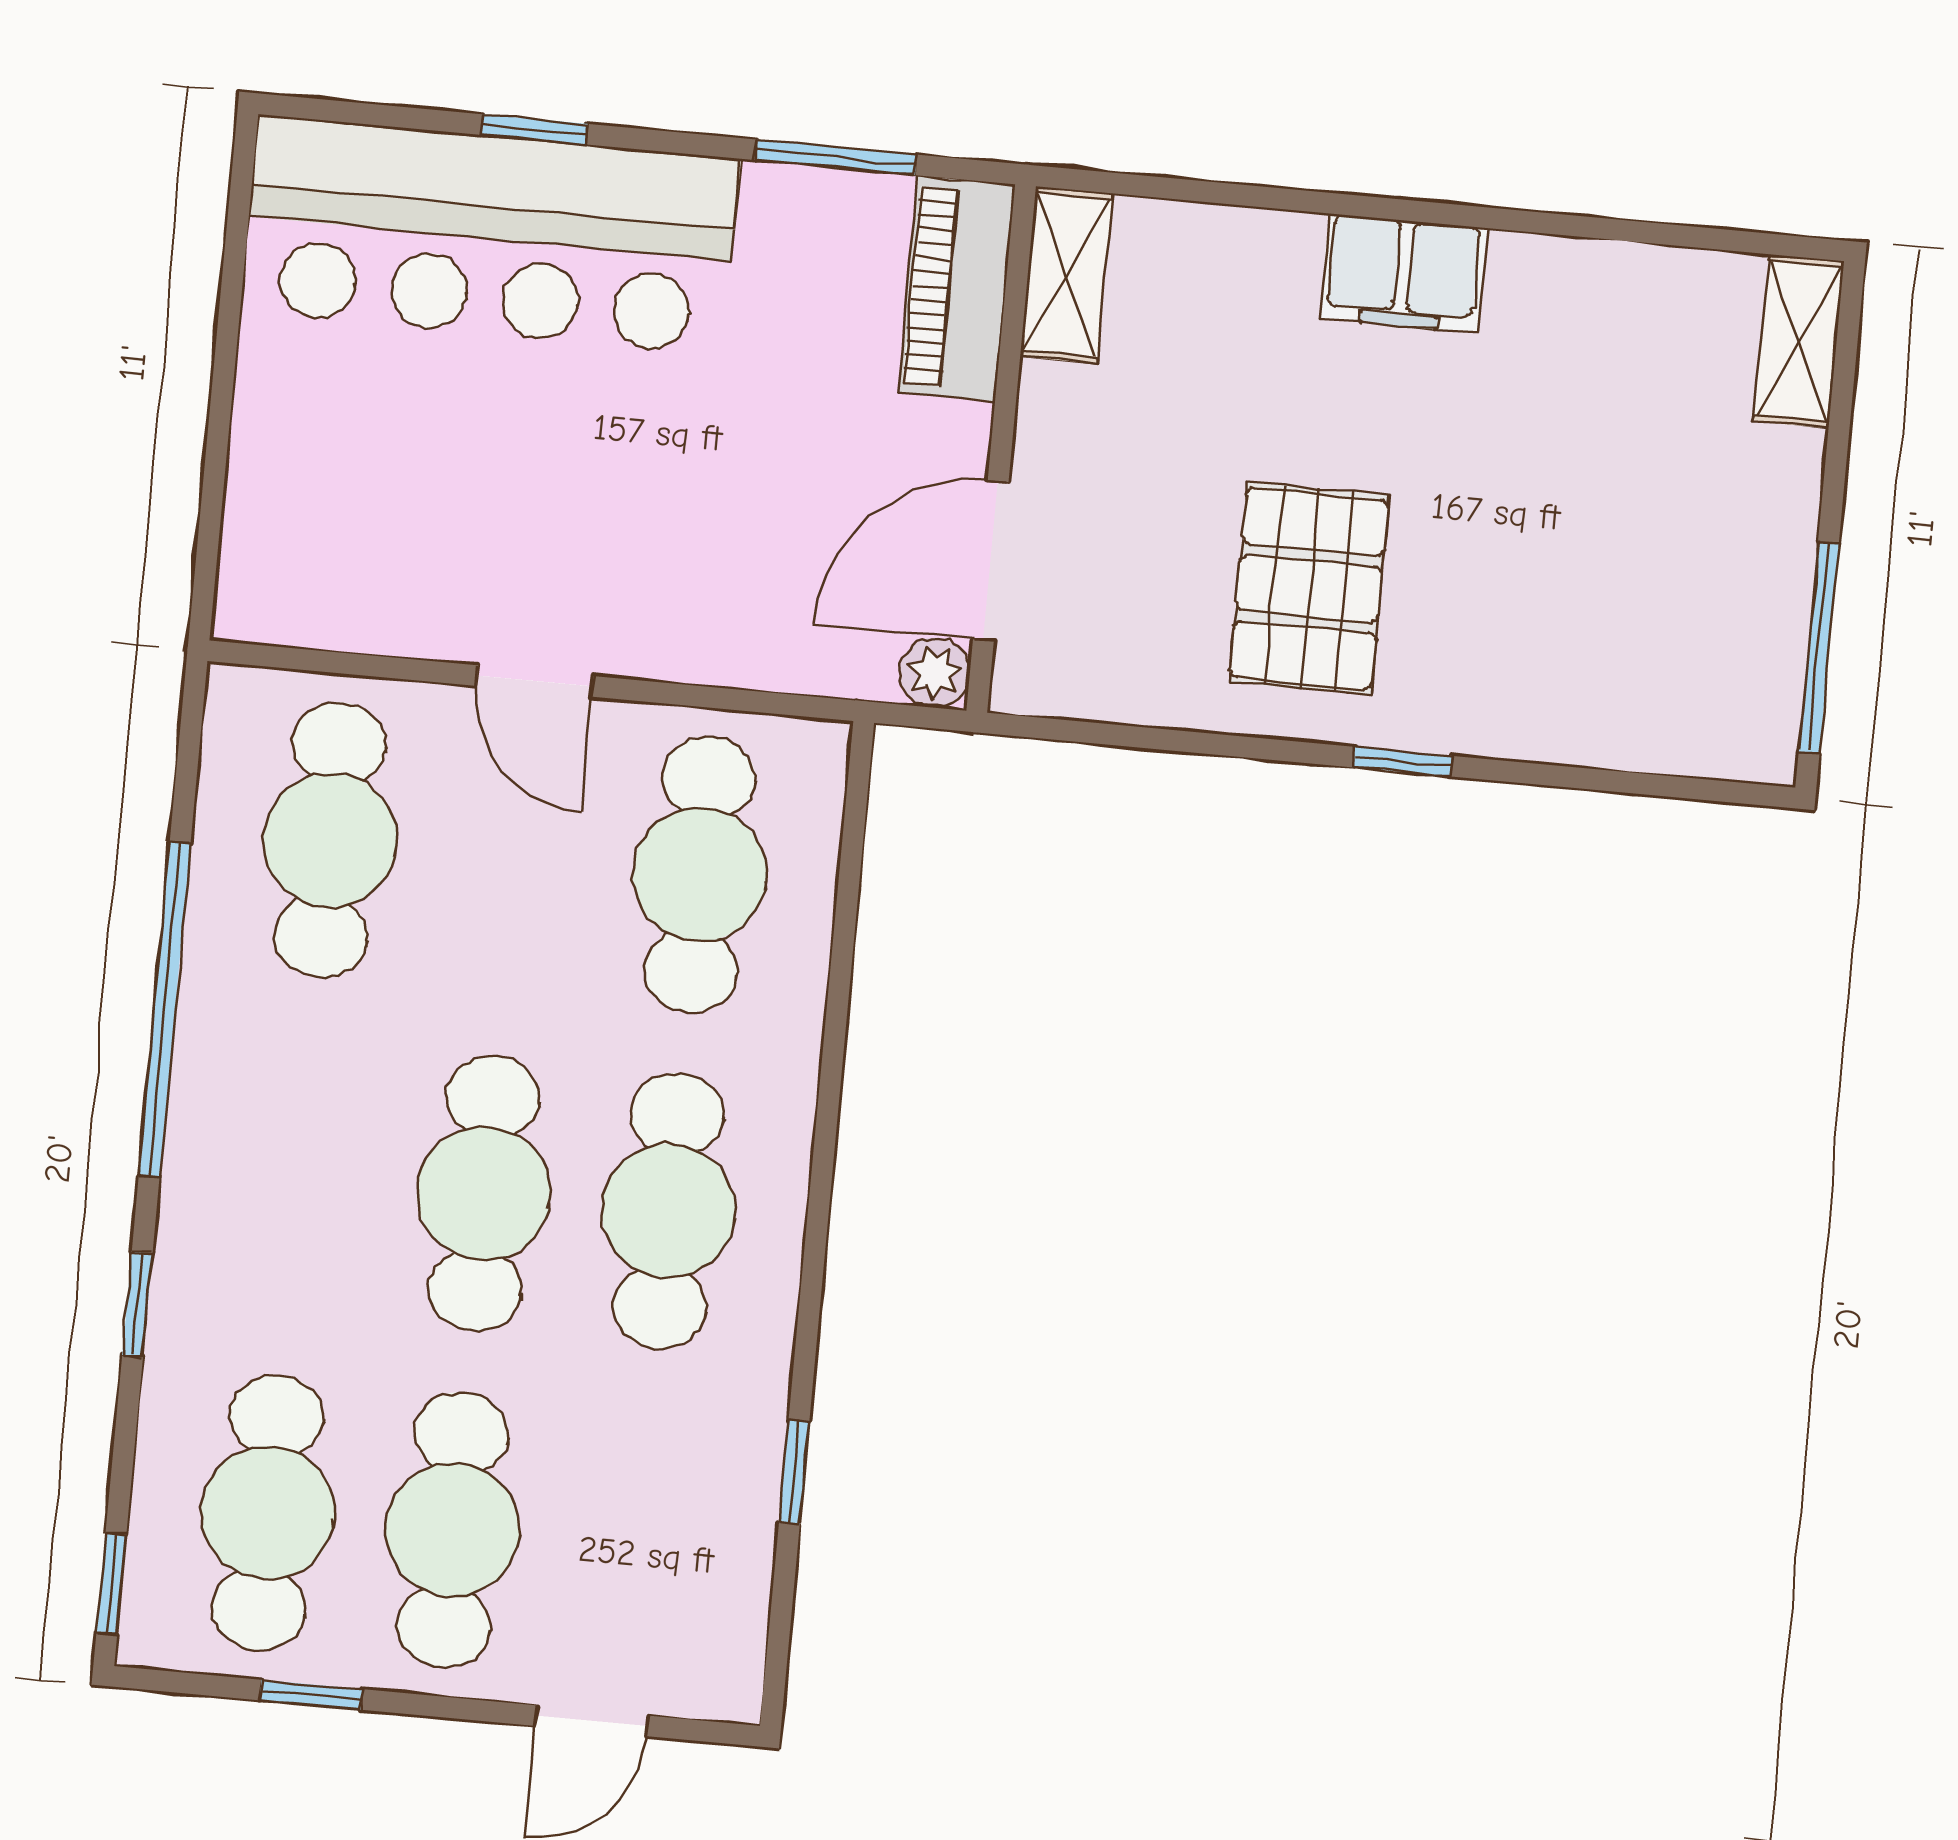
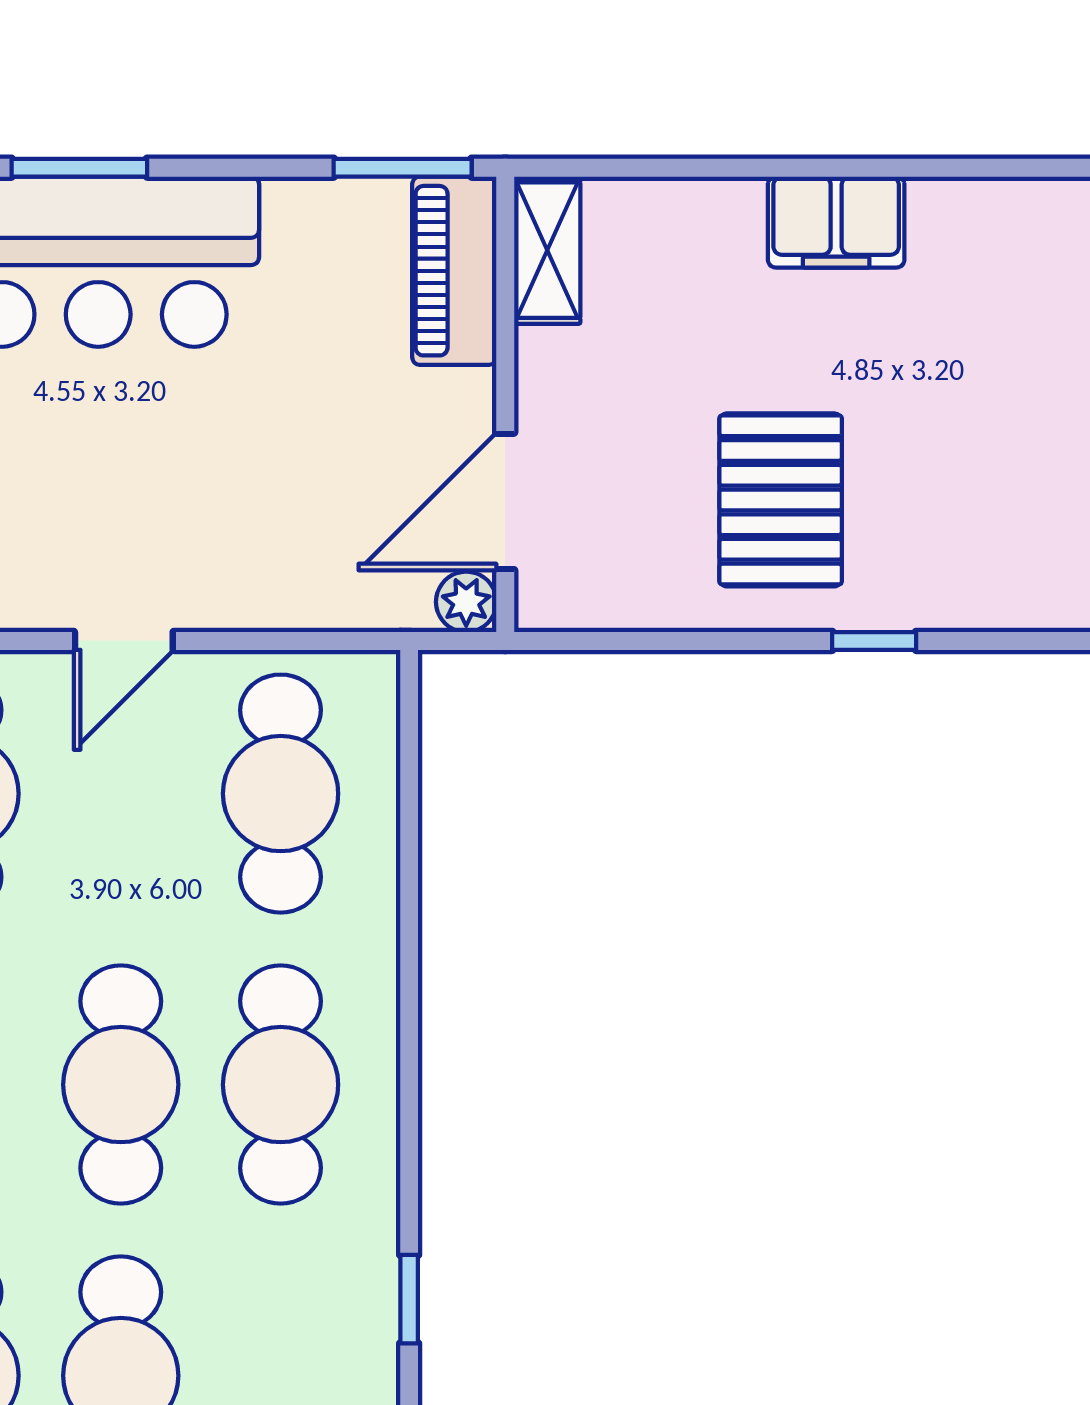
window: (534, 129) -> (79, 168), width x1.50
window: (836, 157) -> (403, 168), moved
door: (535, 681) -> (124, 641), hinge flipped

